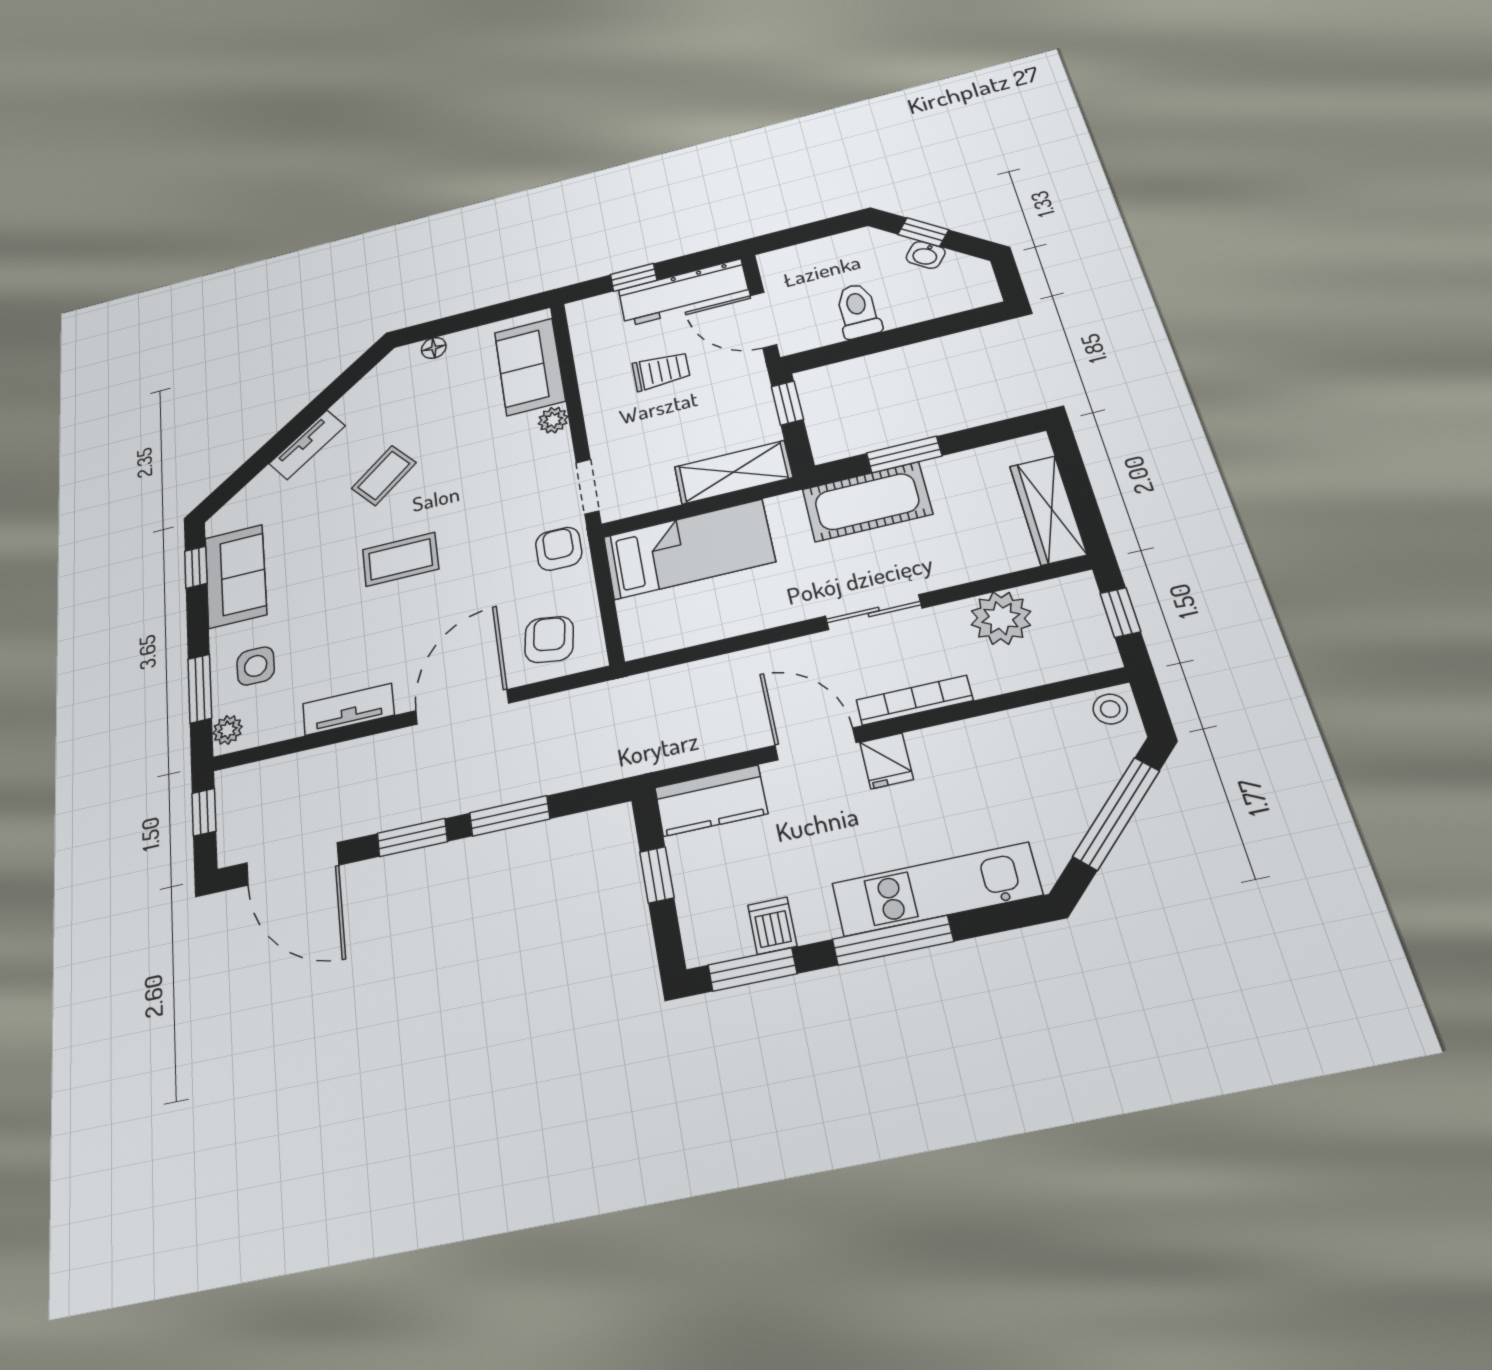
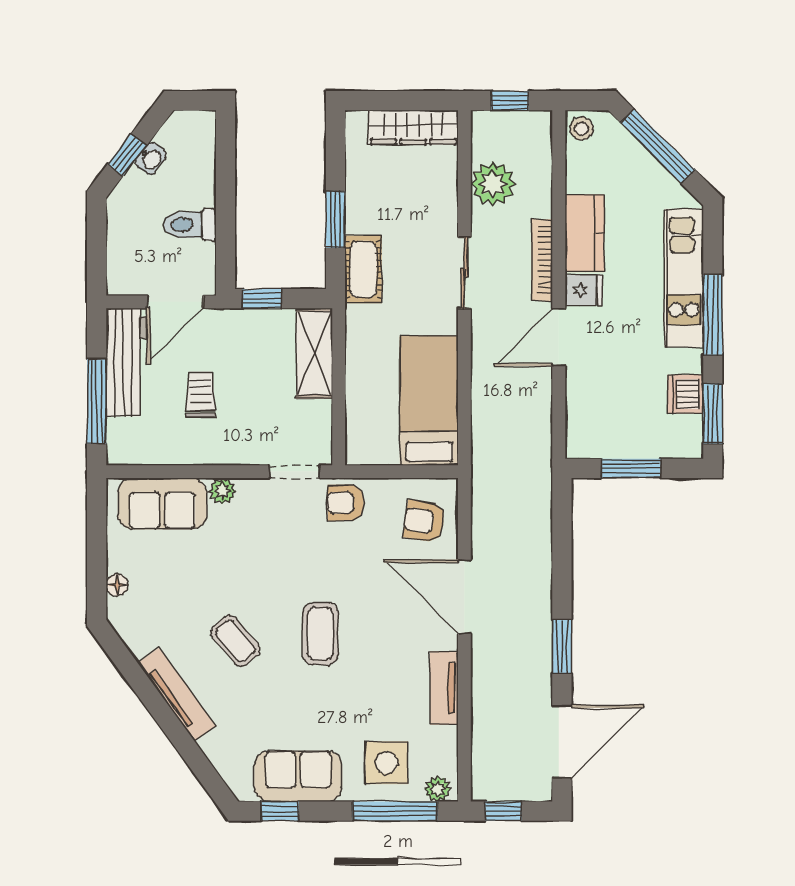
window: (634, 277) -> (97, 402), width x2.17
tv unit: (307, 445) -> (177, 695), width x1.41
cot: (867, 502) -> (363, 269), width x0.73, depth x0.75
bed: (688, 549) -> (429, 401), moved
side table: (256, 666) -> (387, 763), width x1.37, depth x1.37
window: (200, 689) -> (395, 811), width x1.44
kitchen counter: (711, 801) -> (584, 233), moved
window: (510, 816) -> (562, 570), removed
window: (657, 875) -> (631, 468), width x1.50
dishwasher: (772, 926) -> (685, 394), width x1.38

